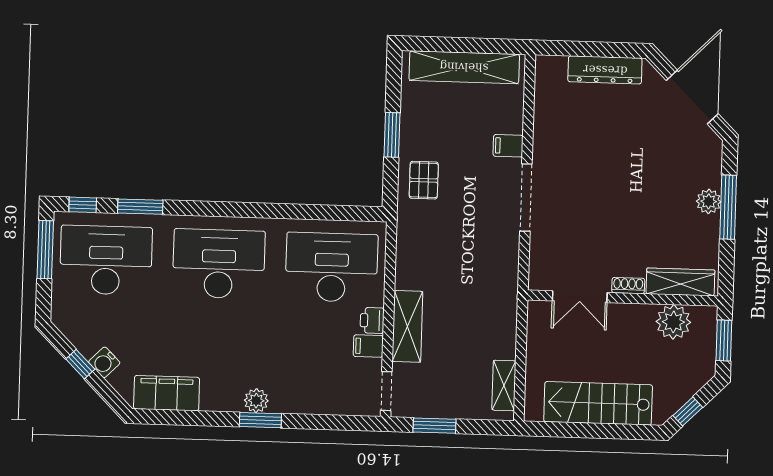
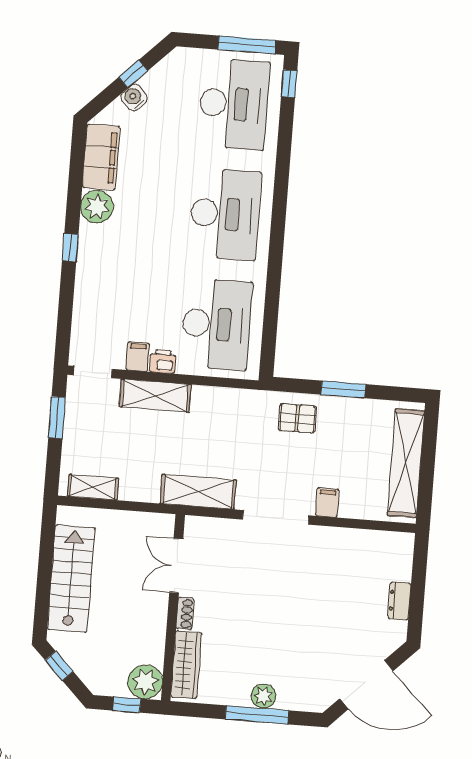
dresser: (605, 70) -> (399, 601), width x0.51, depth x0.80
window: (140, 207) -> (285, 140), removed
shelving: (503, 278) -> (198, 492), added
plant: (673, 322) -> (145, 682), moved
window: (724, 340) -> (127, 705), width x0.67
plant: (256, 401) -> (97, 207), moved, width x1.36, depth x1.36
window: (260, 420) -> (70, 248), width x0.67

